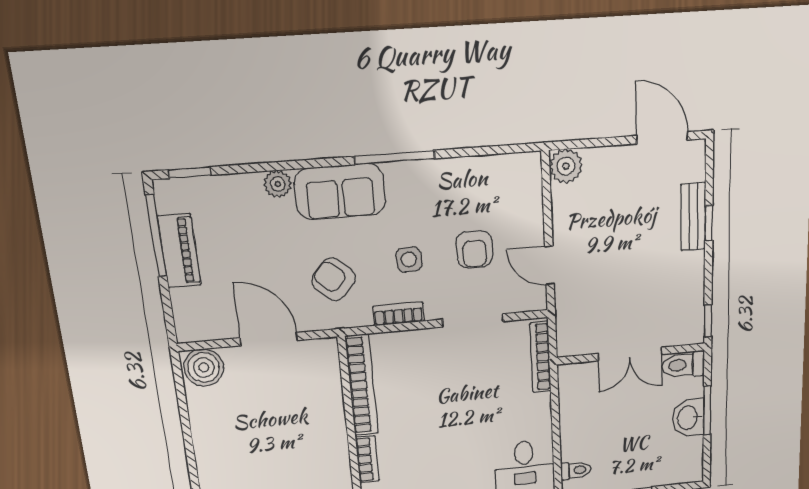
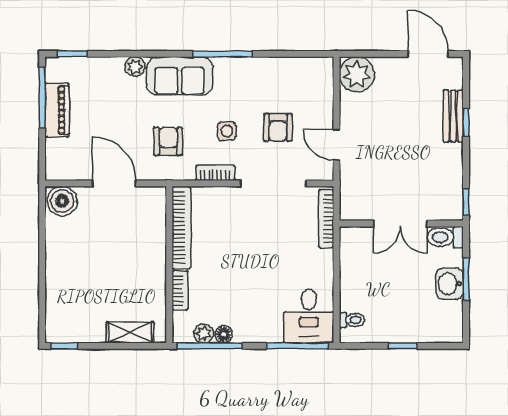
plant: (566, 166) -> (357, 74), width x1.36, depth x1.36
armchair: (333, 279) -> (168, 141), turned 49
doorway: (473, 320) -> (273, 183), width x1.36

